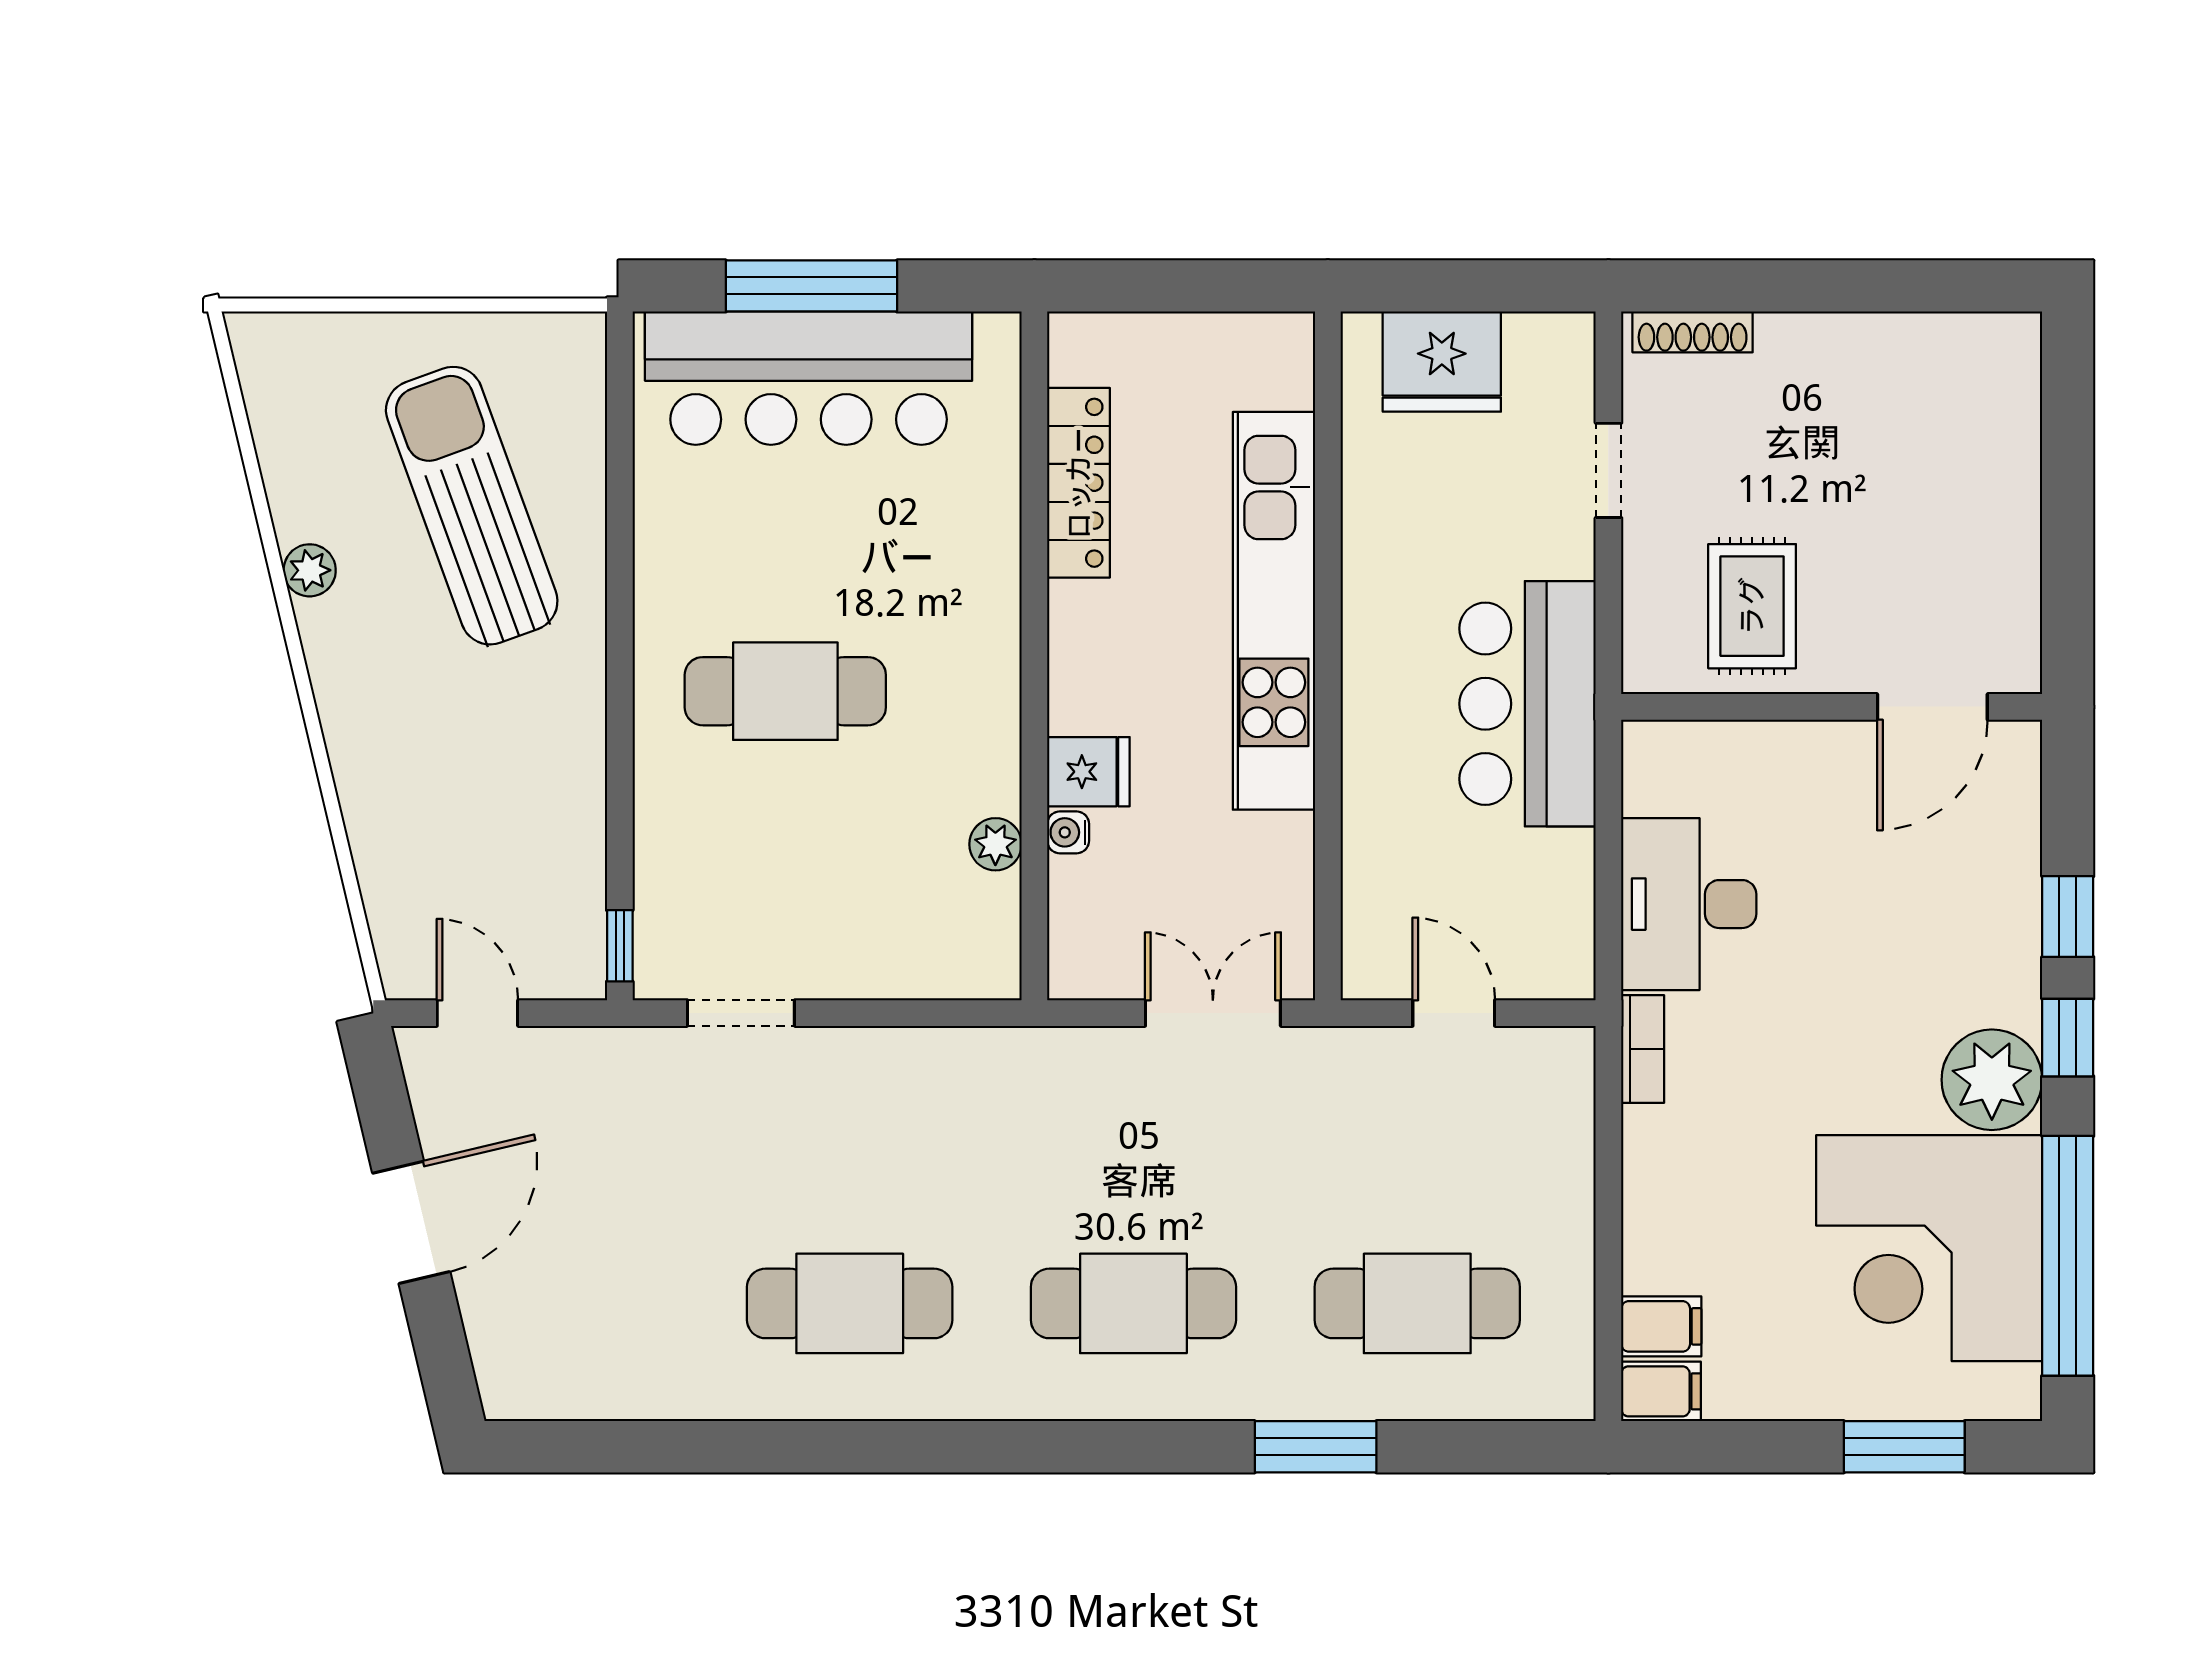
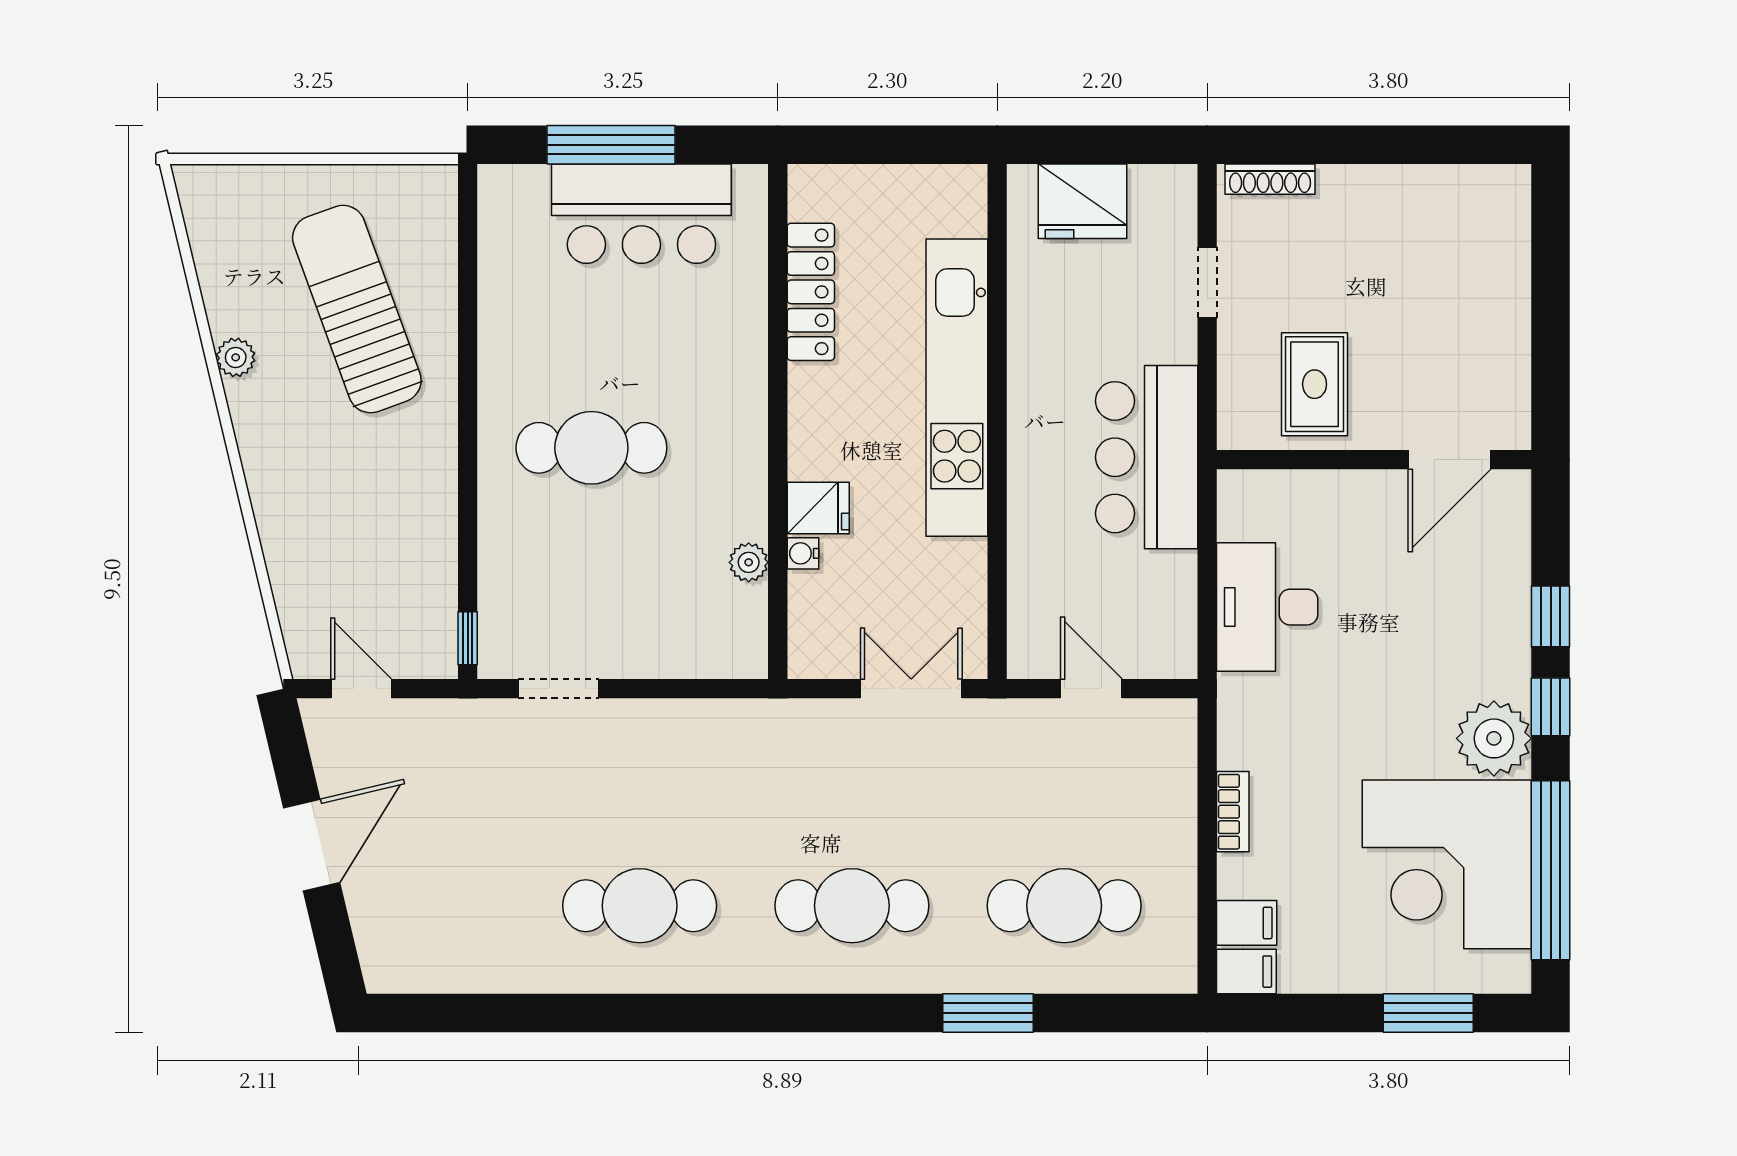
bar counter: (809, 378) -> (641, 214), width x0.73
bookcase: (1643, 1049) -> (1233, 812), moved

